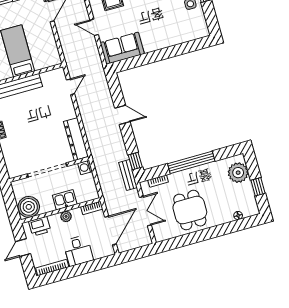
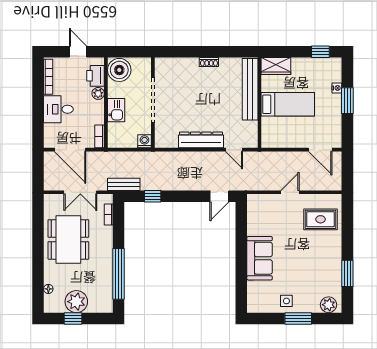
sofa: (122, 48) -> (260, 258), moved
door: (122, 115) -> (219, 196), moved
dresser: (76, 139) -> (201, 140), moved
window: (135, 161) -> (153, 196), moved
window: (191, 162) -> (118, 274), moved
plant: (238, 173) -> (76, 302), moved
dining table: (190, 210) -> (68, 239), width x1.38
plant: (66, 216) -> (98, 93), moved

